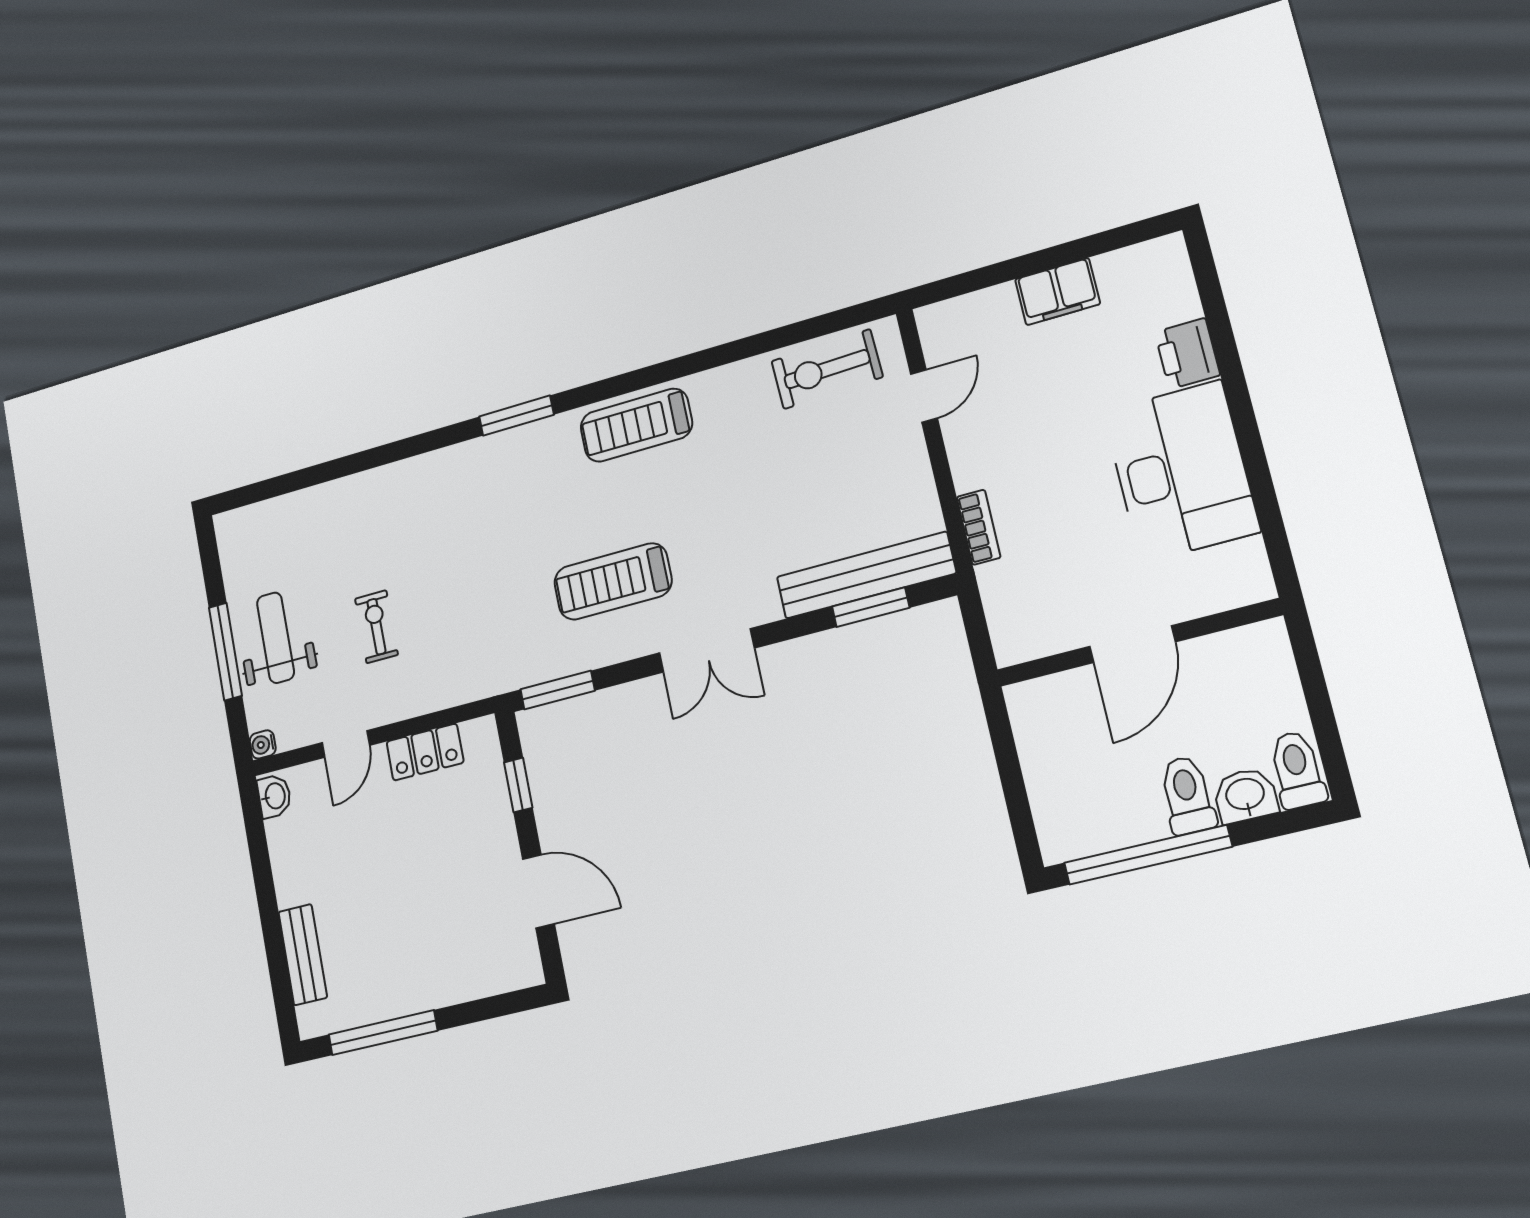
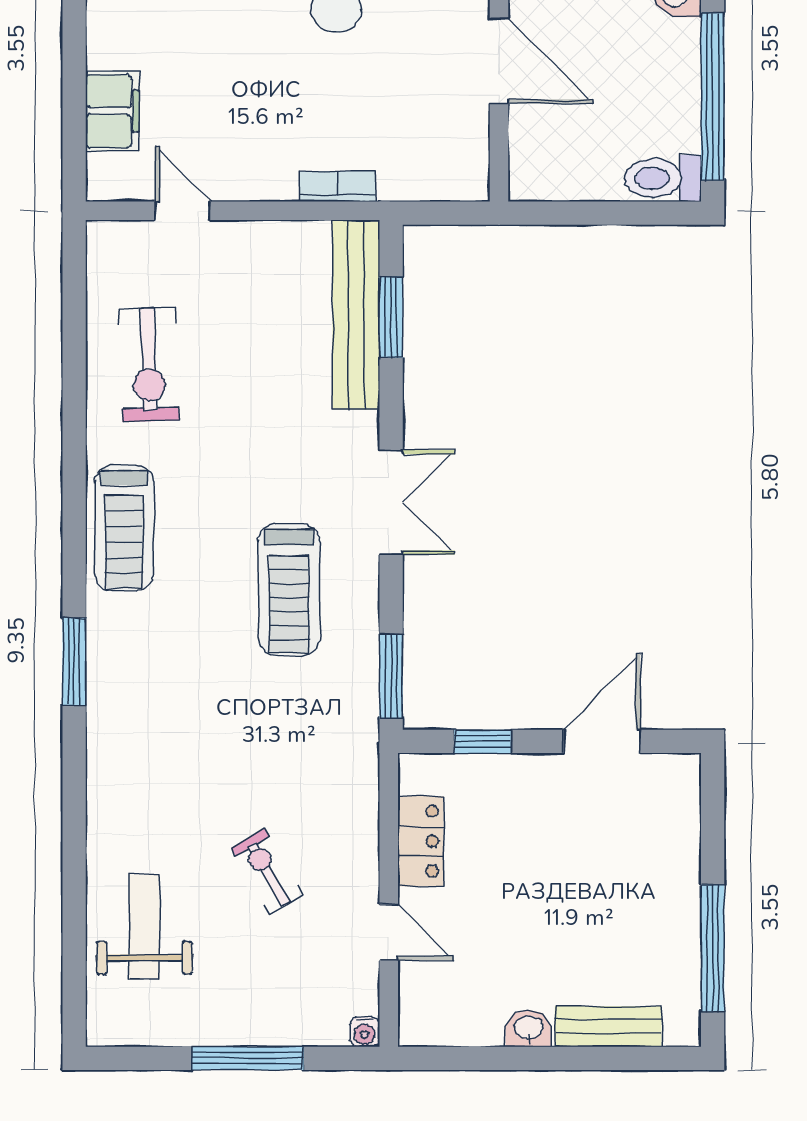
filing cabinet: (1057, 292) -> (112, 111), moved
exercise bike: (827, 369) -> (149, 365), moved
exercise bike: (376, 627) -> (267, 871), turned 60
weight bench: (276, 638) -> (144, 927), moved, turned 90
toilet: (1187, 795) -> (663, 178), moved
washbasin: (274, 796) -> (528, 1028), moved

